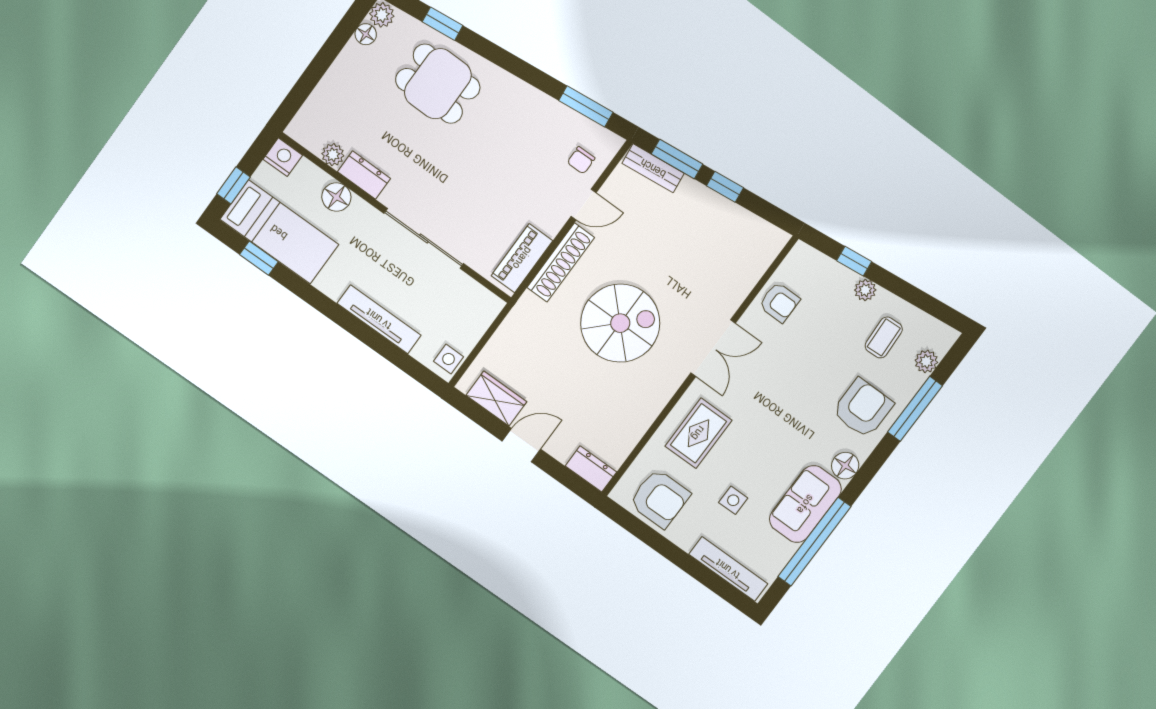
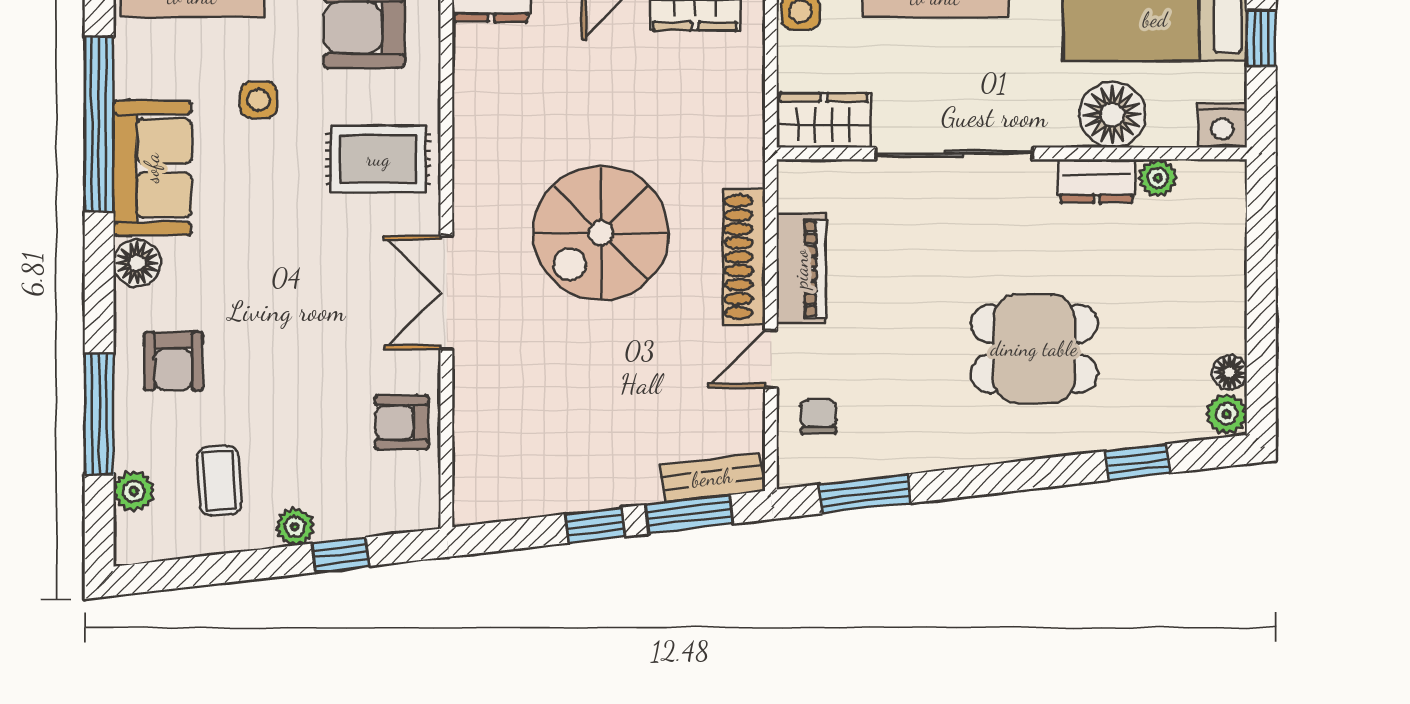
dining table: (438, 84) -> (1034, 349), moved
floor lamp: (336, 197) -> (1112, 115), width x1.38, depth x1.38
piano: (522, 258) -> (801, 269), moved
wardrobe: (475, 300) -> (824, 120), added
armchair: (863, 408) -> (173, 361), width x0.72, depth x0.72
rug: (698, 433) -> (378, 159), turned 90

